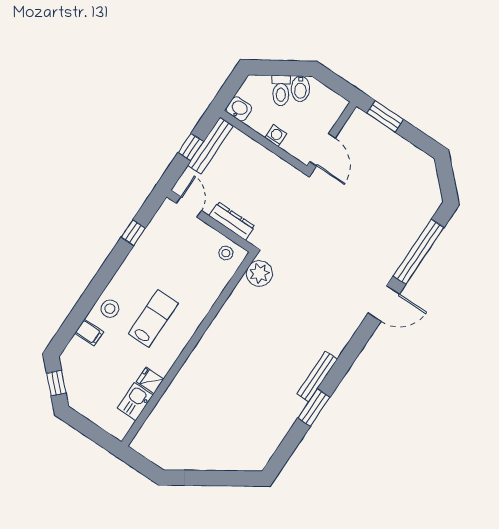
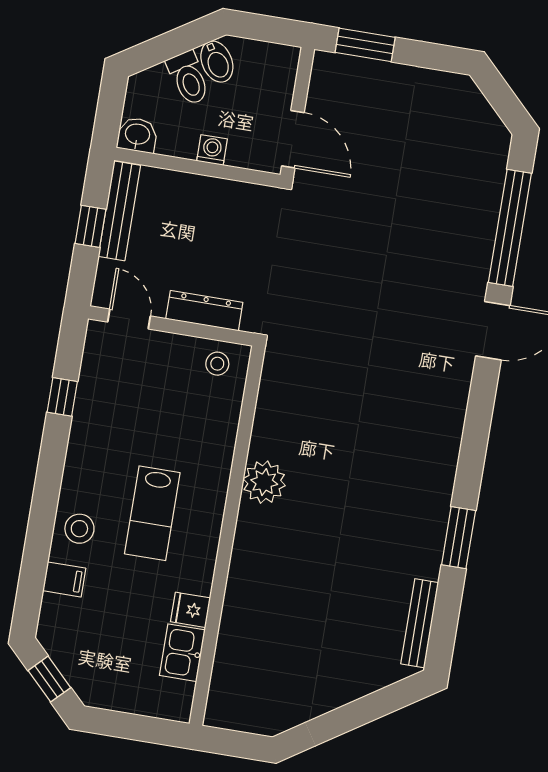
plant: (259, 273) -> (264, 482), moved
lab bench: (153, 318) -> (152, 513), turned 180
bench: (317, 377) -> (420, 623), moved

